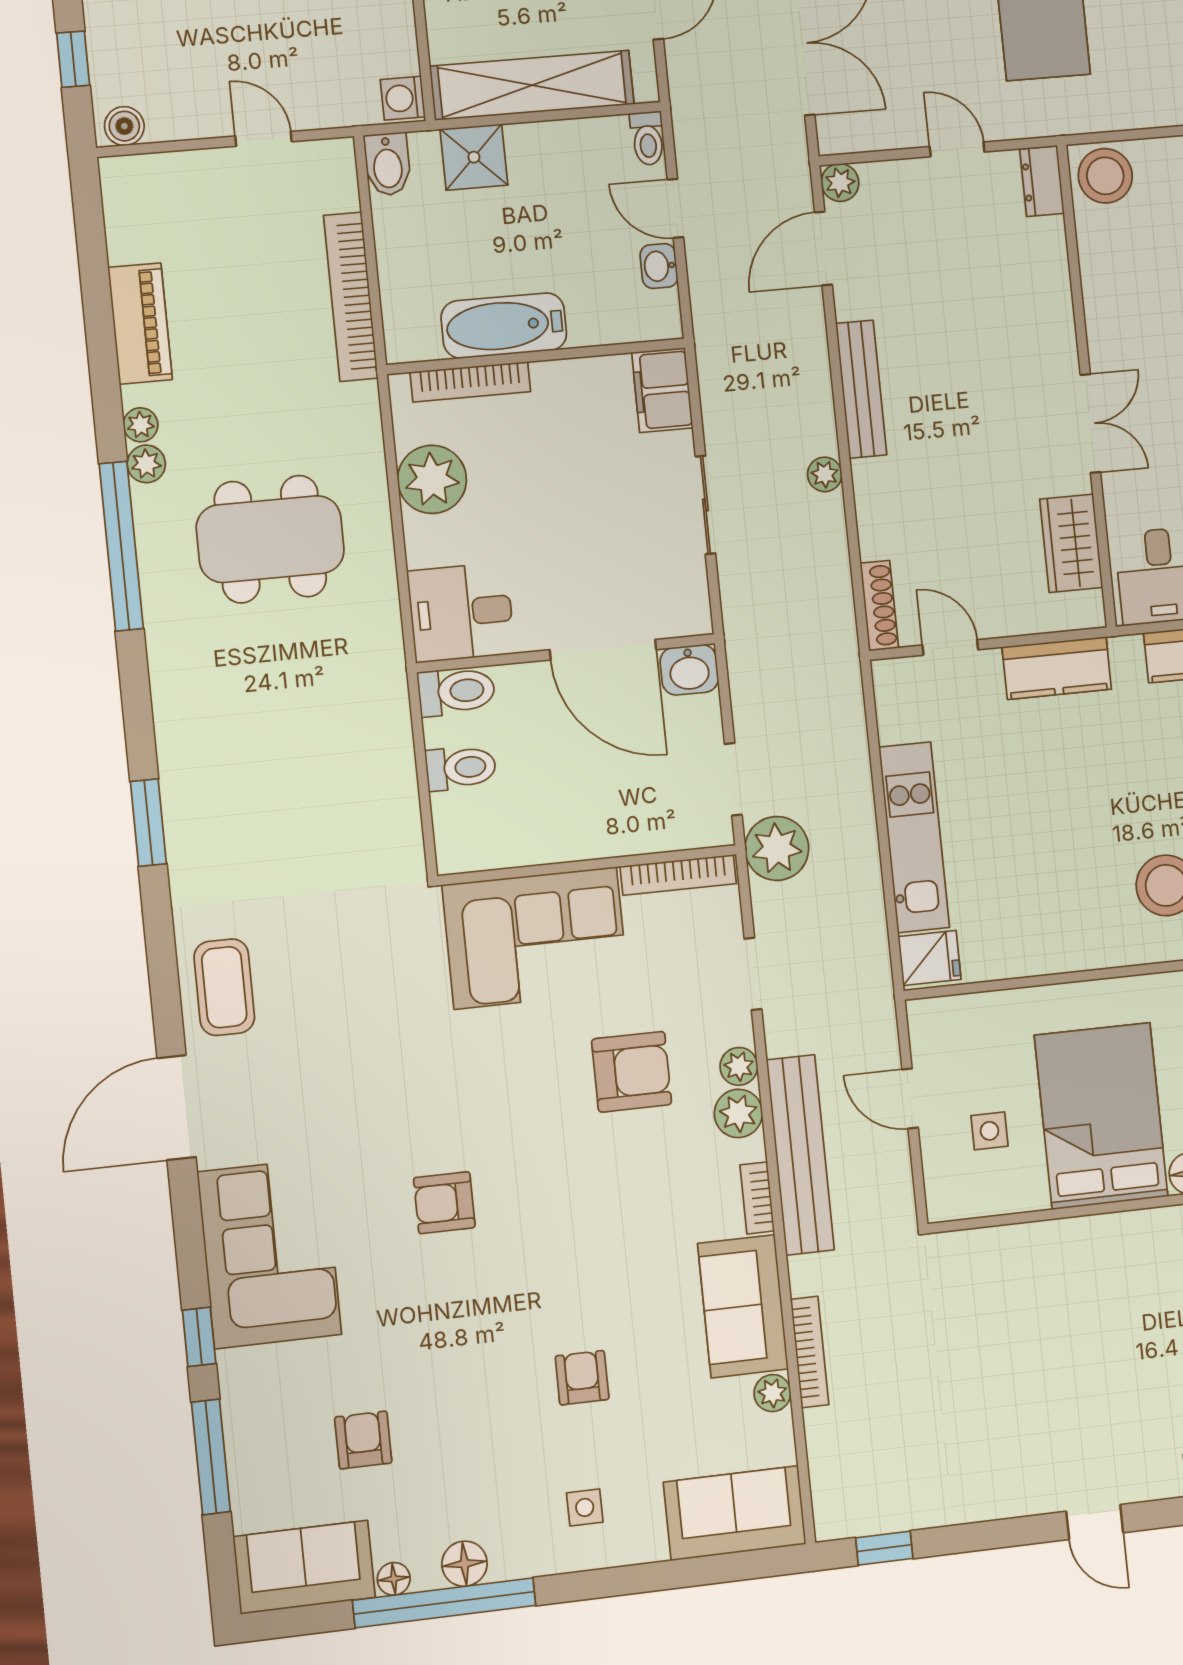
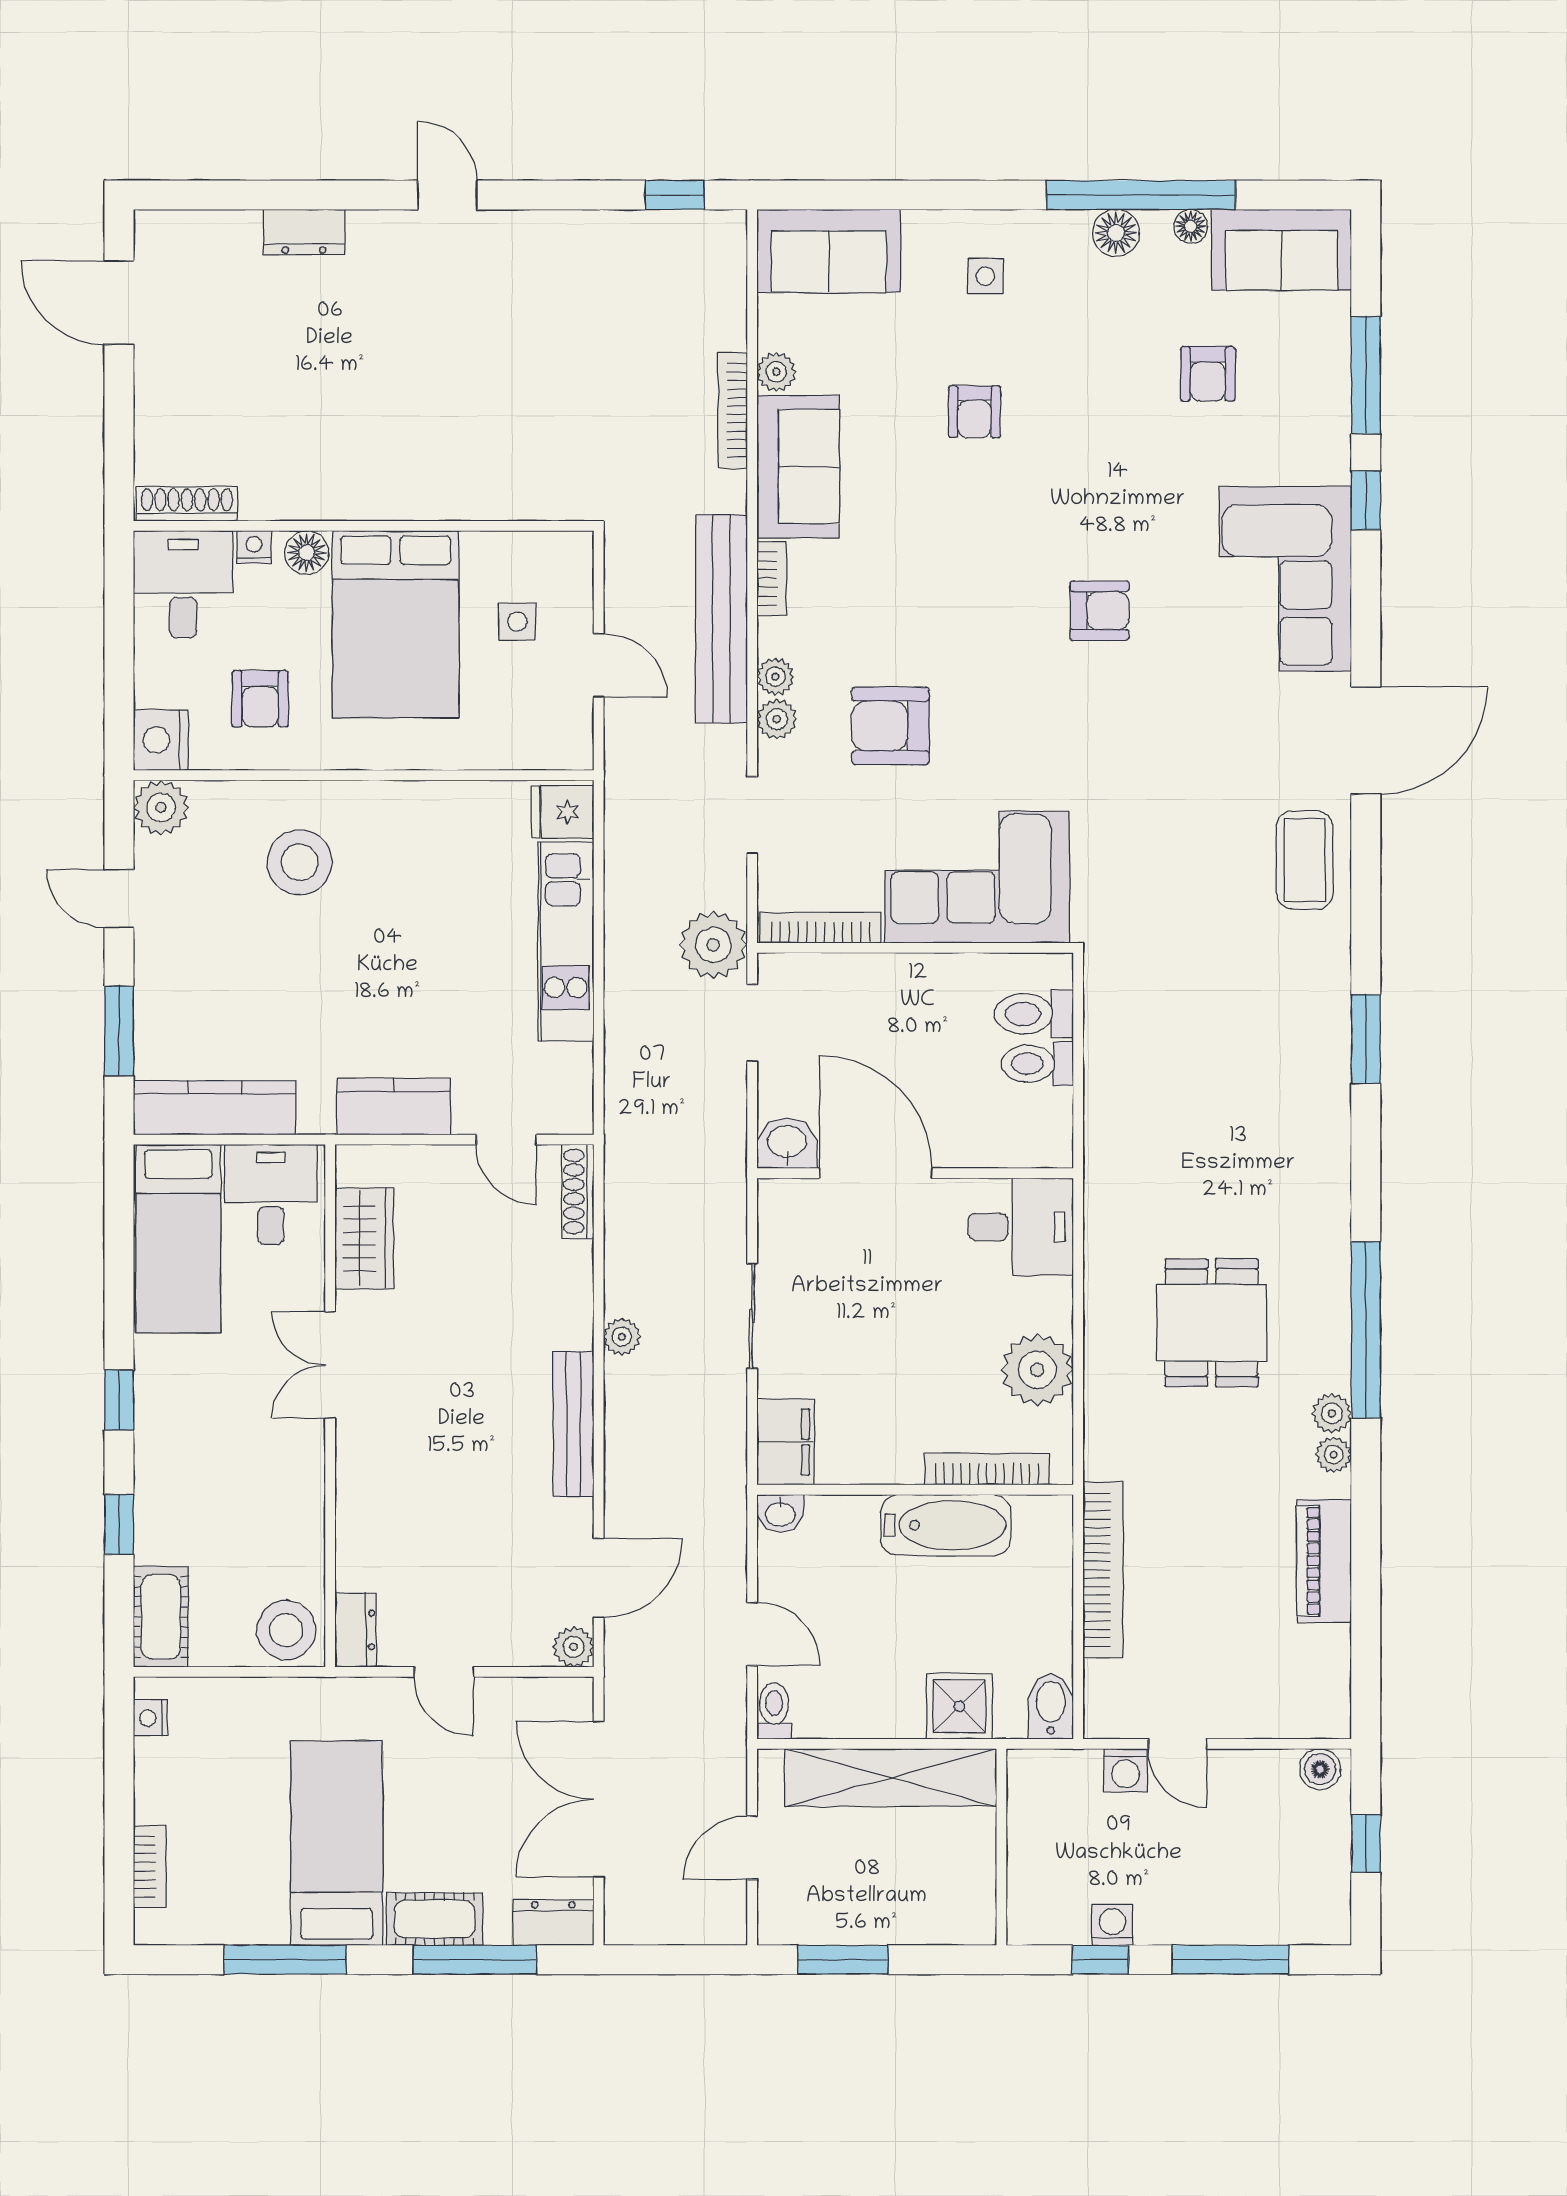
washing machine: (403, 98) -> (1126, 1770), moved, turned 90
washbasin: (659, 266) -> (780, 1513), moved, turned 90
dining table: (270, 539) -> (1212, 1323), width x0.73
toilet: (456, 691) -> (1034, 1014), moved
plant: (738, 1113) -> (775, 677), width x0.73, depth x0.73

